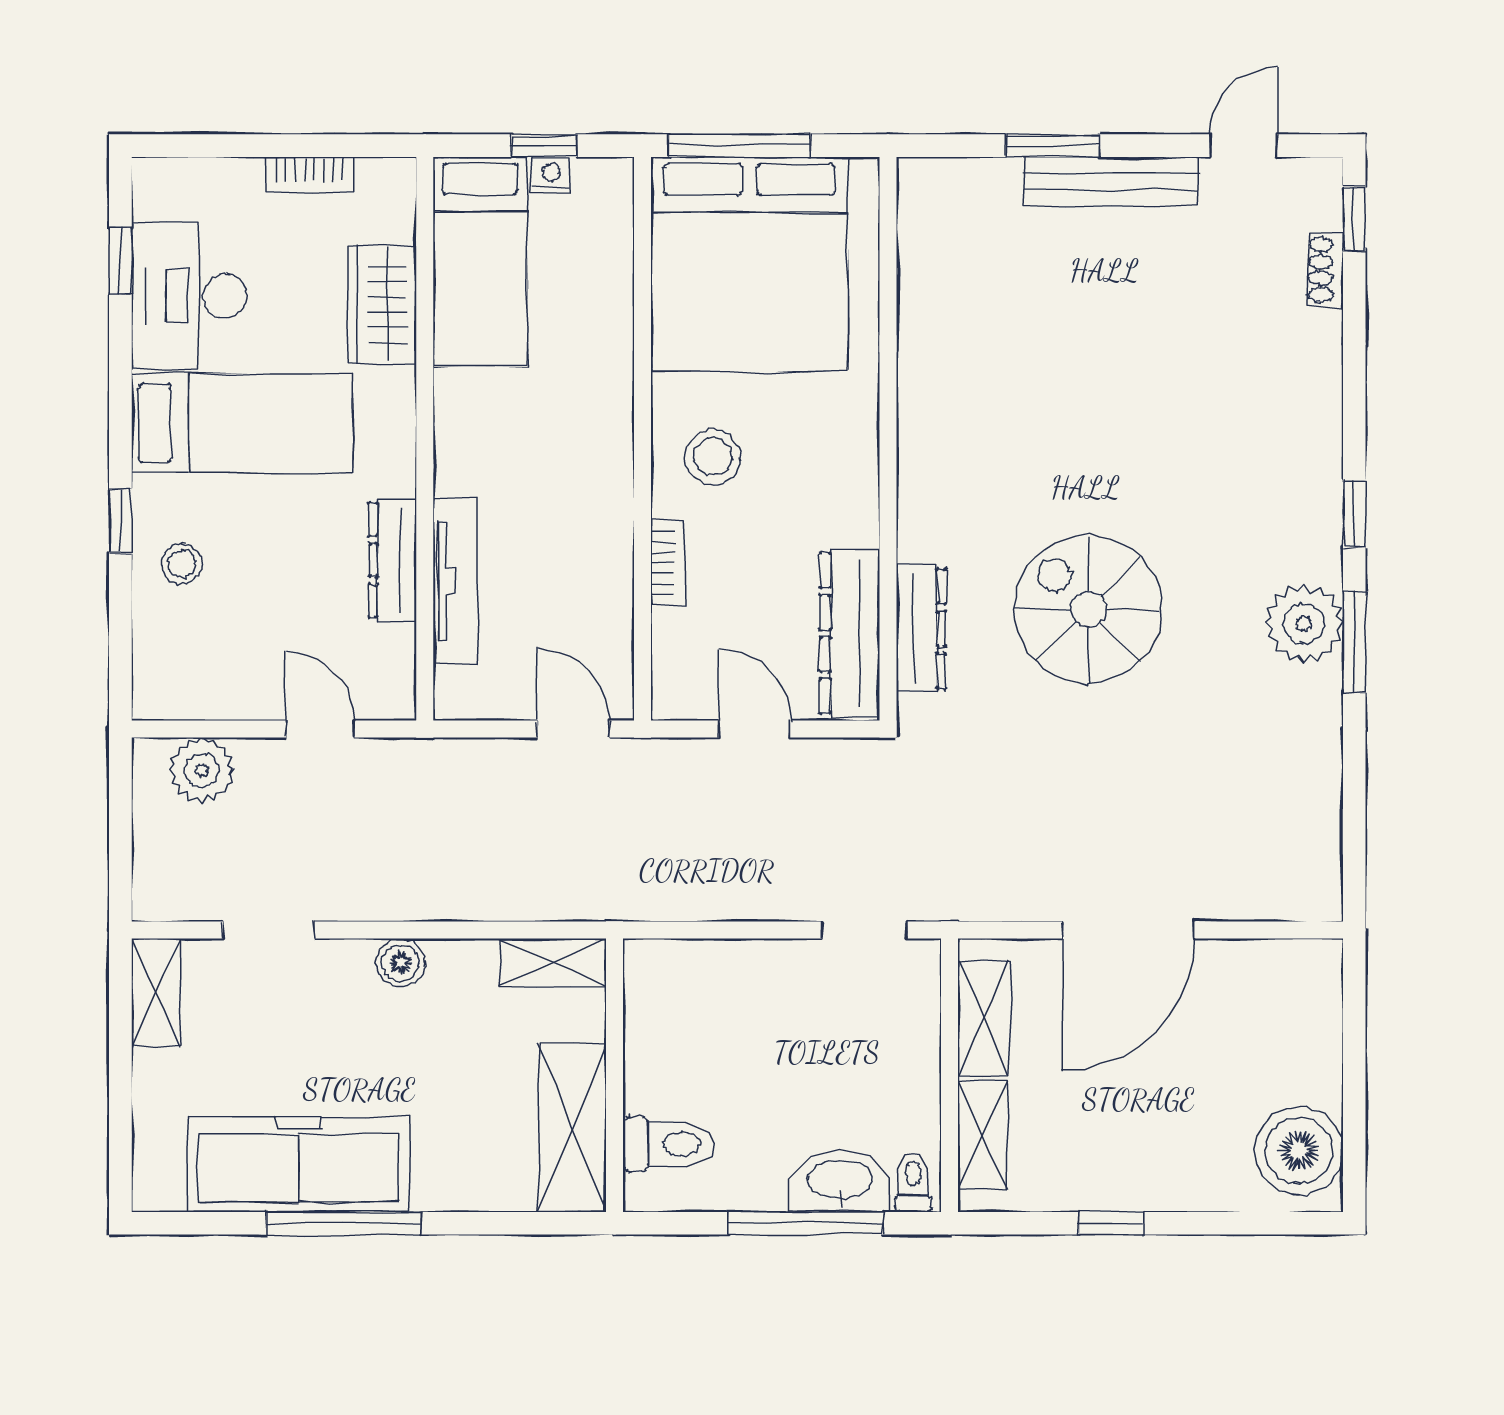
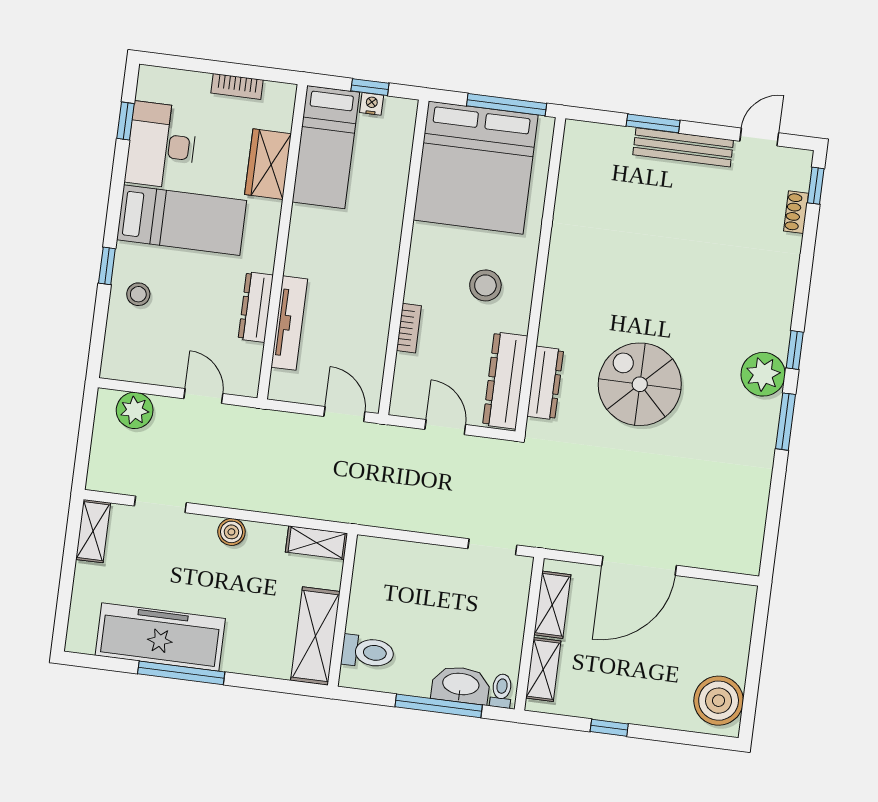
window: (740, 146) -> (507, 105), moved
stool: (713, 457) -> (485, 285), moved
plant: (1304, 624) -> (763, 374), moved

